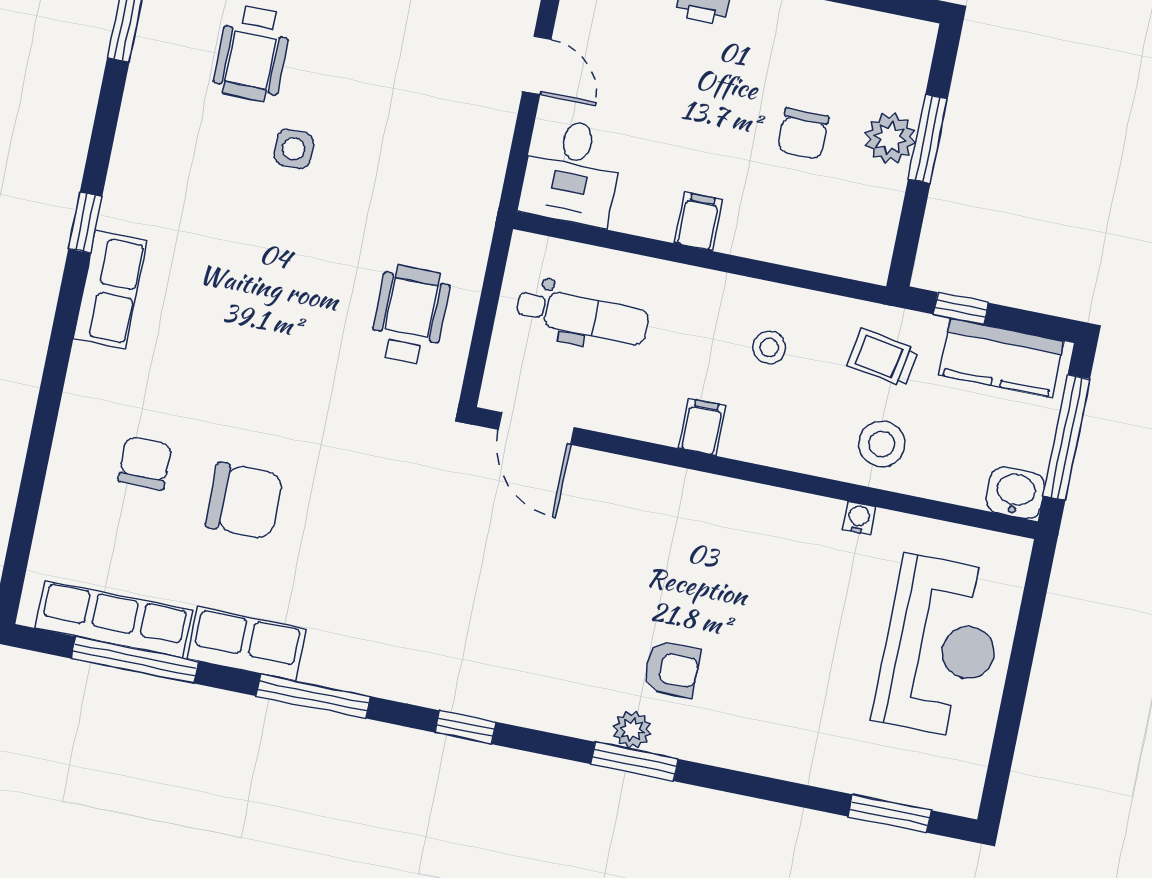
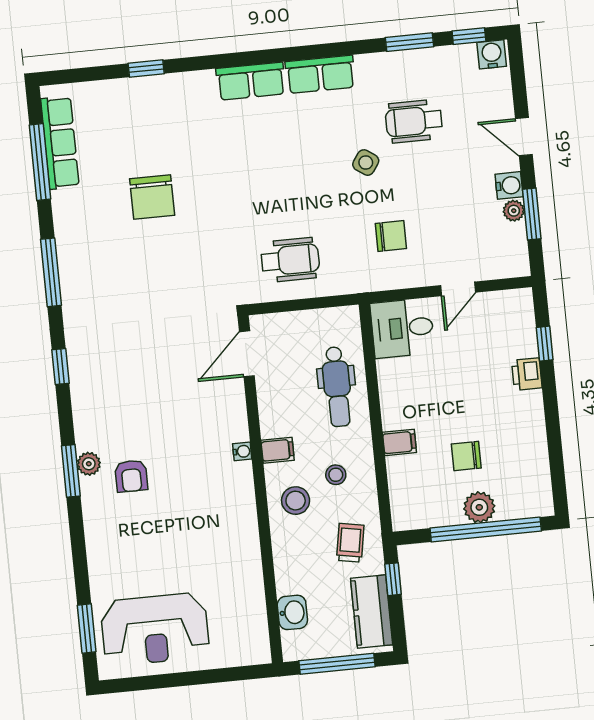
window: (928, 139) -> (486, 529), width x2.11
side table: (294, 149) -> (366, 163), turned 35
filing cabinet: (698, 222) -> (399, 442), moved
window: (85, 223) -> (146, 68), moved
dental chair: (582, 316) -> (337, 387), moved
stool: (882, 444) -> (296, 501), moved
chair: (145, 463) -> (391, 236), moved
washbasin: (1015, 493) -> (292, 612), moved
water cooler: (859, 518) -> (242, 451), moved
row of seats: (246, 644) -> (320, 74), moved, turned 90
reception desk: (941, 647) -> (155, 629), moved

